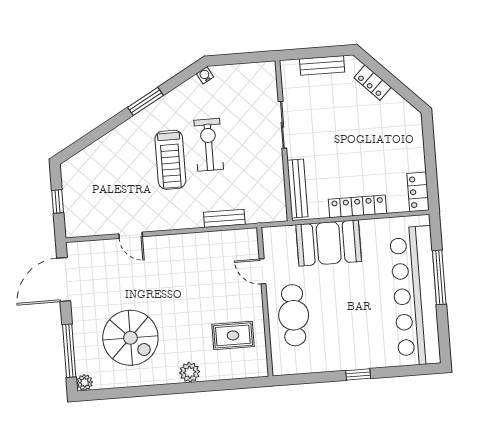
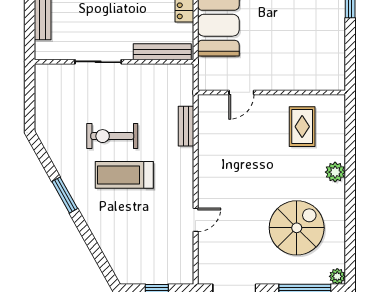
water cooler: (205, 75) -> (44, 134), removed
treadmill: (170, 160) -> (124, 175), turned 180
cafe table: (294, 315) -> (287, 65), removed

